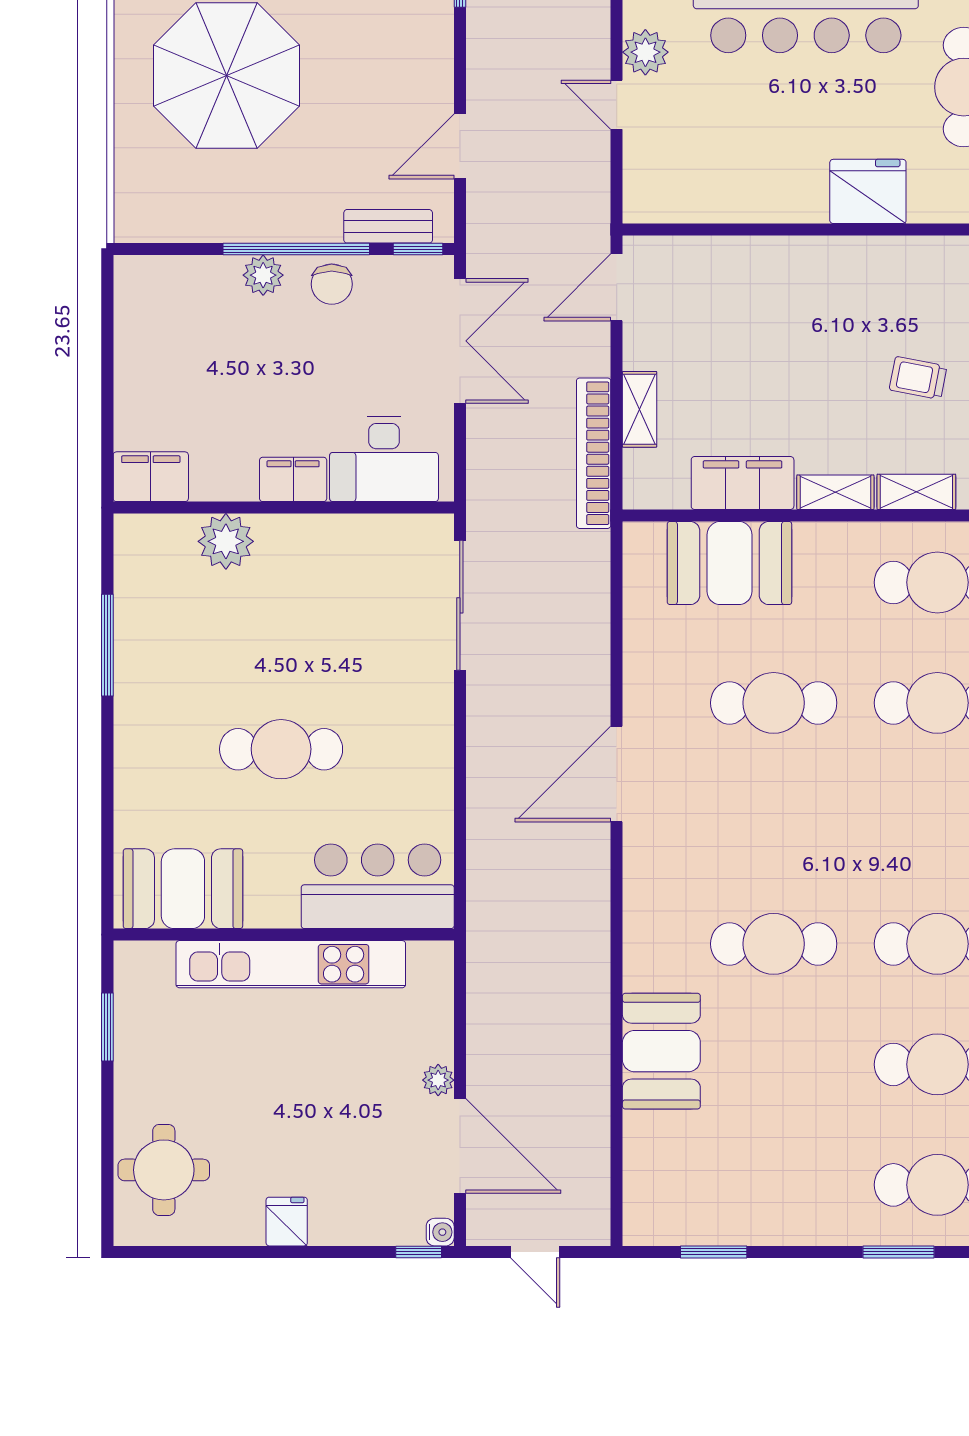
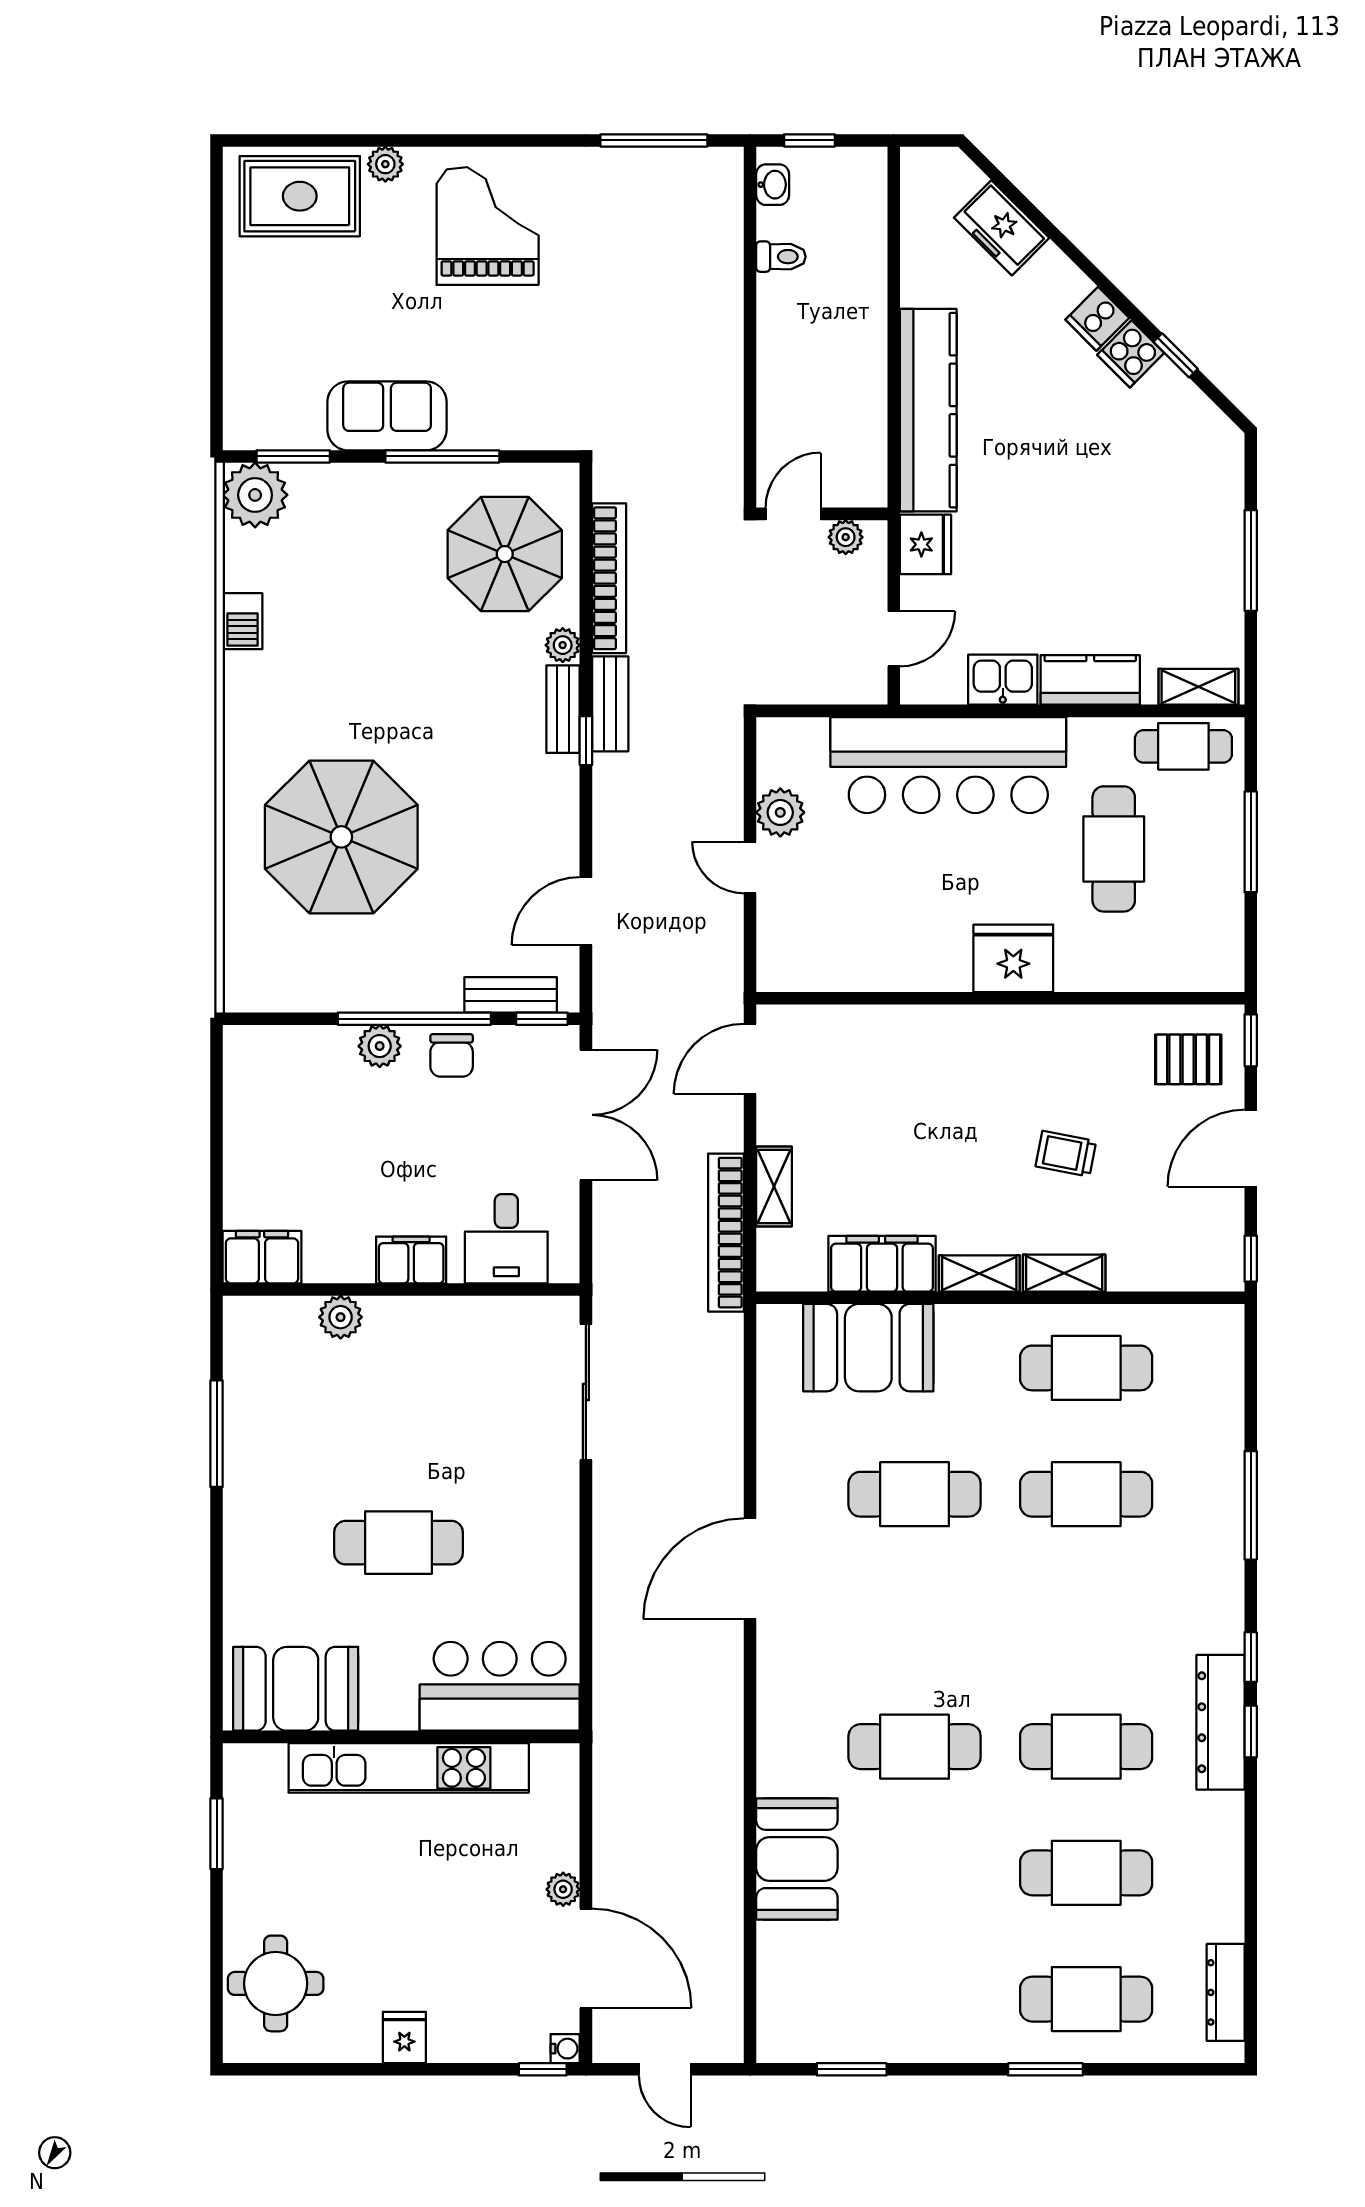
desk: (384, 459) -> (506, 1239), width x0.73
plant: (226, 541) -> (341, 1317), width x0.73, depth x0.73

